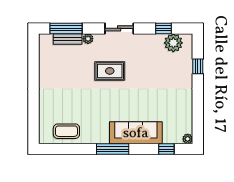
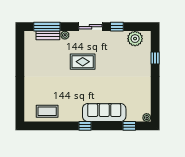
window: (164, 28) -> (117, 27), moved
window: (113, 149) -> (85, 126), width x0.46

